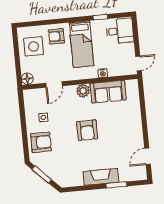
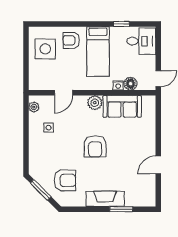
floor lamp: (27, 79) -> (131, 84), moved
plant: (28, 100) -> (34, 107), added
armchair: (41, 142) -> (65, 180), moved
door: (147, 156) -> (158, 165), moved

